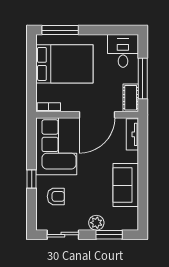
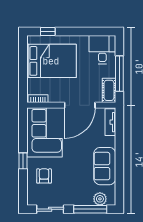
window: (60, 30) -> (48, 31), width x0.46
armchair: (56, 196) -> (44, 176), turned -90
plant: (96, 223) -> (100, 199), moved
window: (109, 235) -> (90, 209), width x1.44

